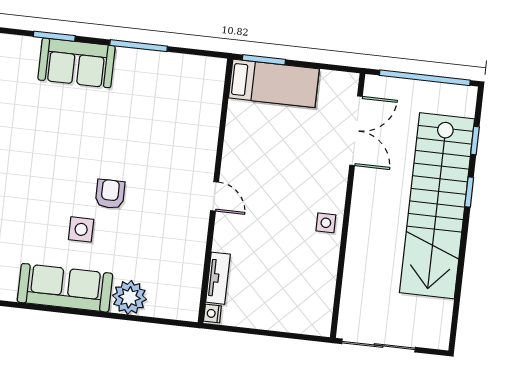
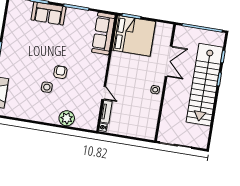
bed: (274, 83) -> (134, 36), width x2.04
double door: (356, 131) -> (169, 61), moved
door: (215, 196) -> (104, 93), moved
sofa: (65, 288) -> (103, 34), moved, turned -90

